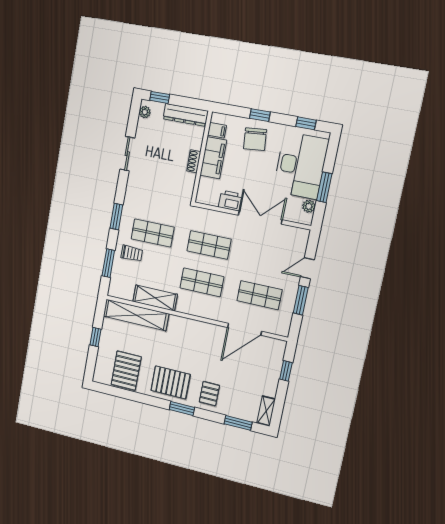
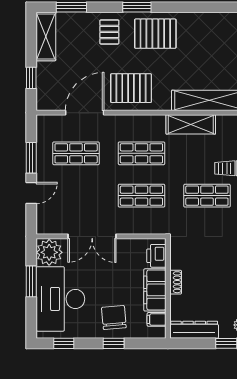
printer: (230, 201) -> (156, 256), moved, turned 90
plant: (309, 206) -> (49, 252), width x1.88, depth x1.88
pallet: (126, 371) -> (131, 88), moved, turned 90
shelving: (266, 411) -> (46, 37), width x1.50, depth x1.33

